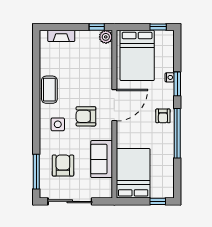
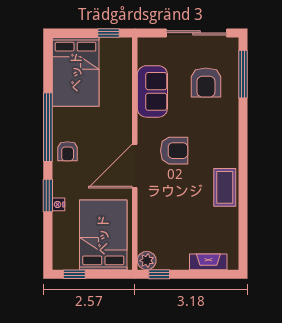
armchair: (163, 116) -> (68, 151), turned 180
side table: (58, 124) -> (213, 140), removed
bed: (133, 173) -> (76, 72), moved
window: (158, 201) -> (109, 33), moved

